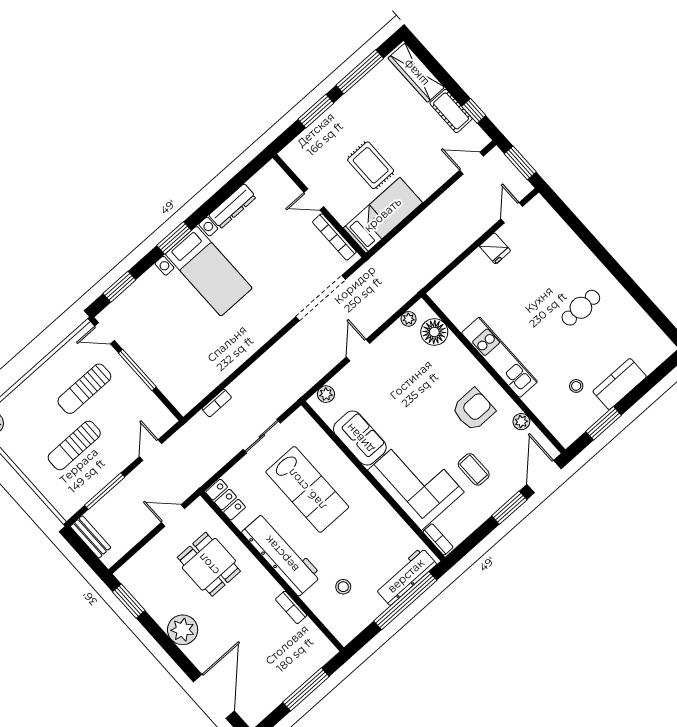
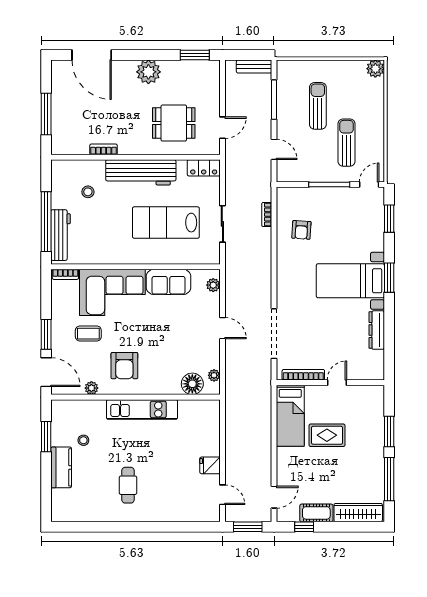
armchair: (202, 358) -> (301, 230), added

